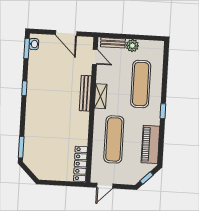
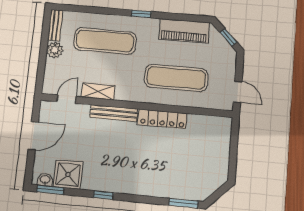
bench: (113, 43) -> (55, 25), moved
shower: (38, 61) -> (68, 174), added
shelving: (101, 96) -> (98, 91), moved
locker: (80, 164) -> (162, 119), moved

